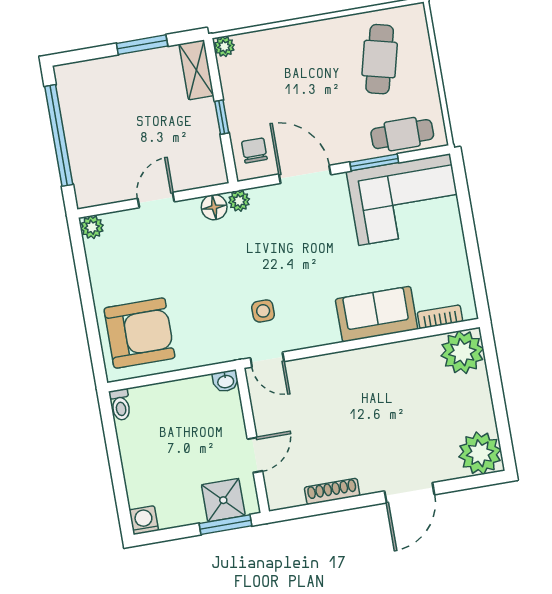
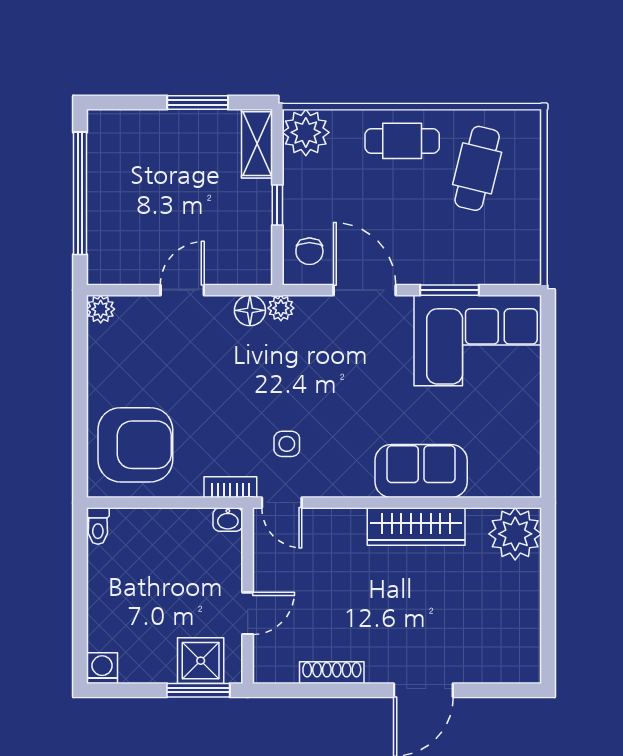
plant: (224, 47) -> (306, 132), width x1.88, depth x1.88
cafe table: (402, 134) -> (402, 141), moved
chair: (254, 150) -> (309, 251), turned 180
bookcase: (440, 317) -> (230, 487), moved
wardrobe: (380, 360) -> (416, 526), added
plant: (480, 453) -> (515, 658), removed

